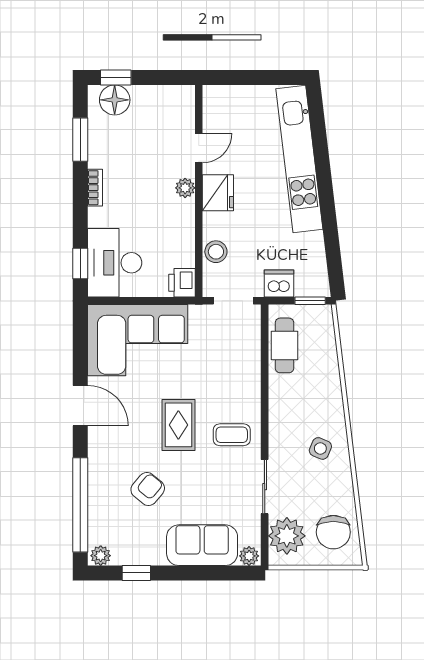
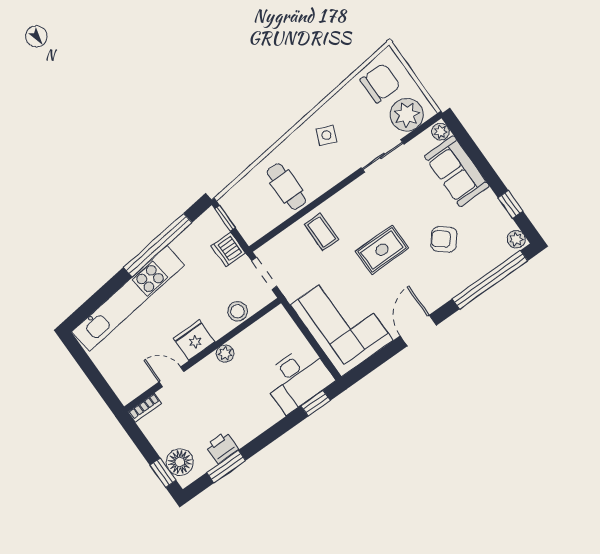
bookcase: (95, 188) -> (145, 408), moved, turned 180
plant: (185, 188) -> (225, 354), moved
window: (329, 221) -> (158, 245), added
printer: (182, 283) -> (222, 447), moved, turned 180
cafe table: (285, 345) -> (286, 186), moved, turned 90
coffee table: (232, 435) -> (322, 232), moved

